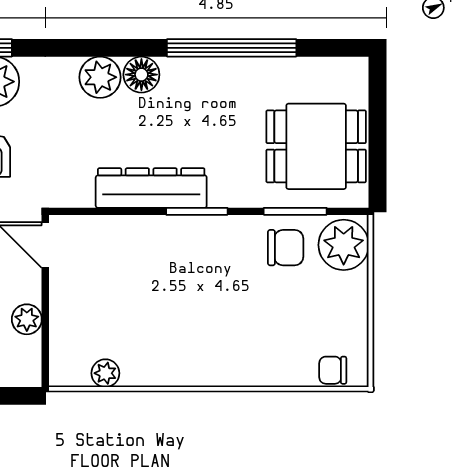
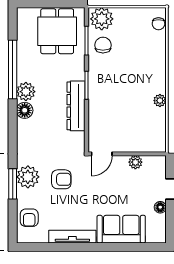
plant: (100, 77) -> (26, 92), moved
plant: (105, 373) -> (160, 101), moved

